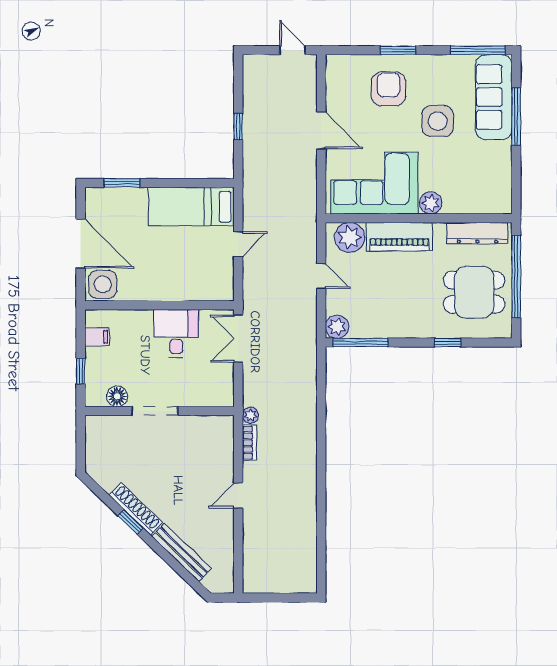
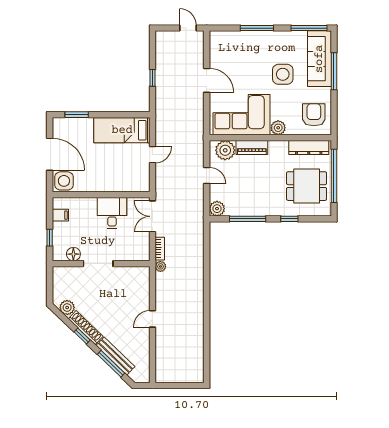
window: (398, 50) -> (257, 28), width x1.44
armchair: (388, 89) -> (314, 115), moved
piano: (399, 237) -> (252, 147), width x0.73, depth x0.75
window: (361, 343) -> (248, 219), moved
bookcase: (249, 443) -> (160, 249), moved
plant: (107, 478) -> (67, 308), added
window: (175, 564) -> (111, 364), added

